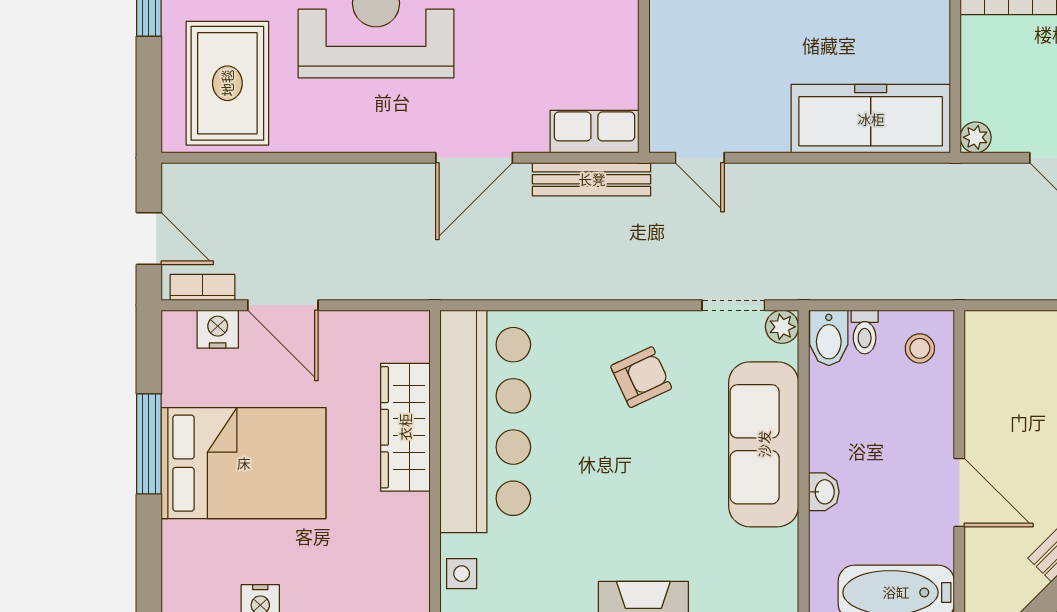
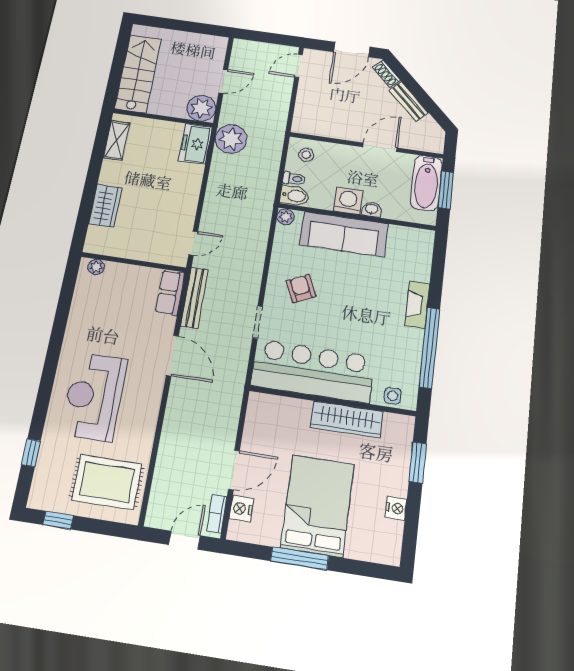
freezer: (871, 119) -> (195, 144), width x0.52, depth x0.79
plant: (976, 137) -> (201, 108), width x1.88, depth x1.88
plant: (931, 194) -> (231, 139), added
doorway: (733, 305) -> (258, 322), moved
wardrobe: (405, 427) -> (347, 419), moved
washing machine: (834, 444) -> (348, 201), added

